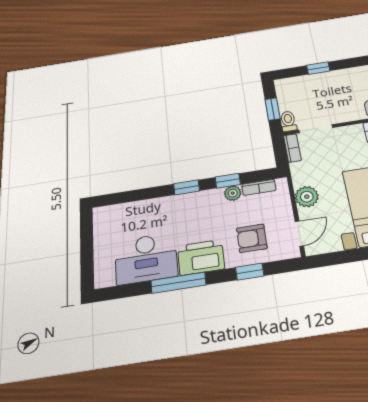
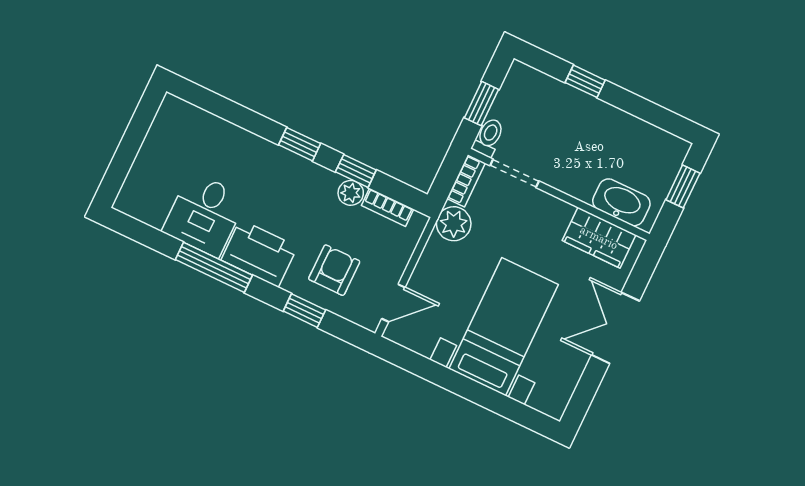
plant: (307, 197) -> (454, 224), moved
armchair: (252, 238) -> (334, 270), turned 90
desk: (146, 258) -> (204, 214), width x0.73

